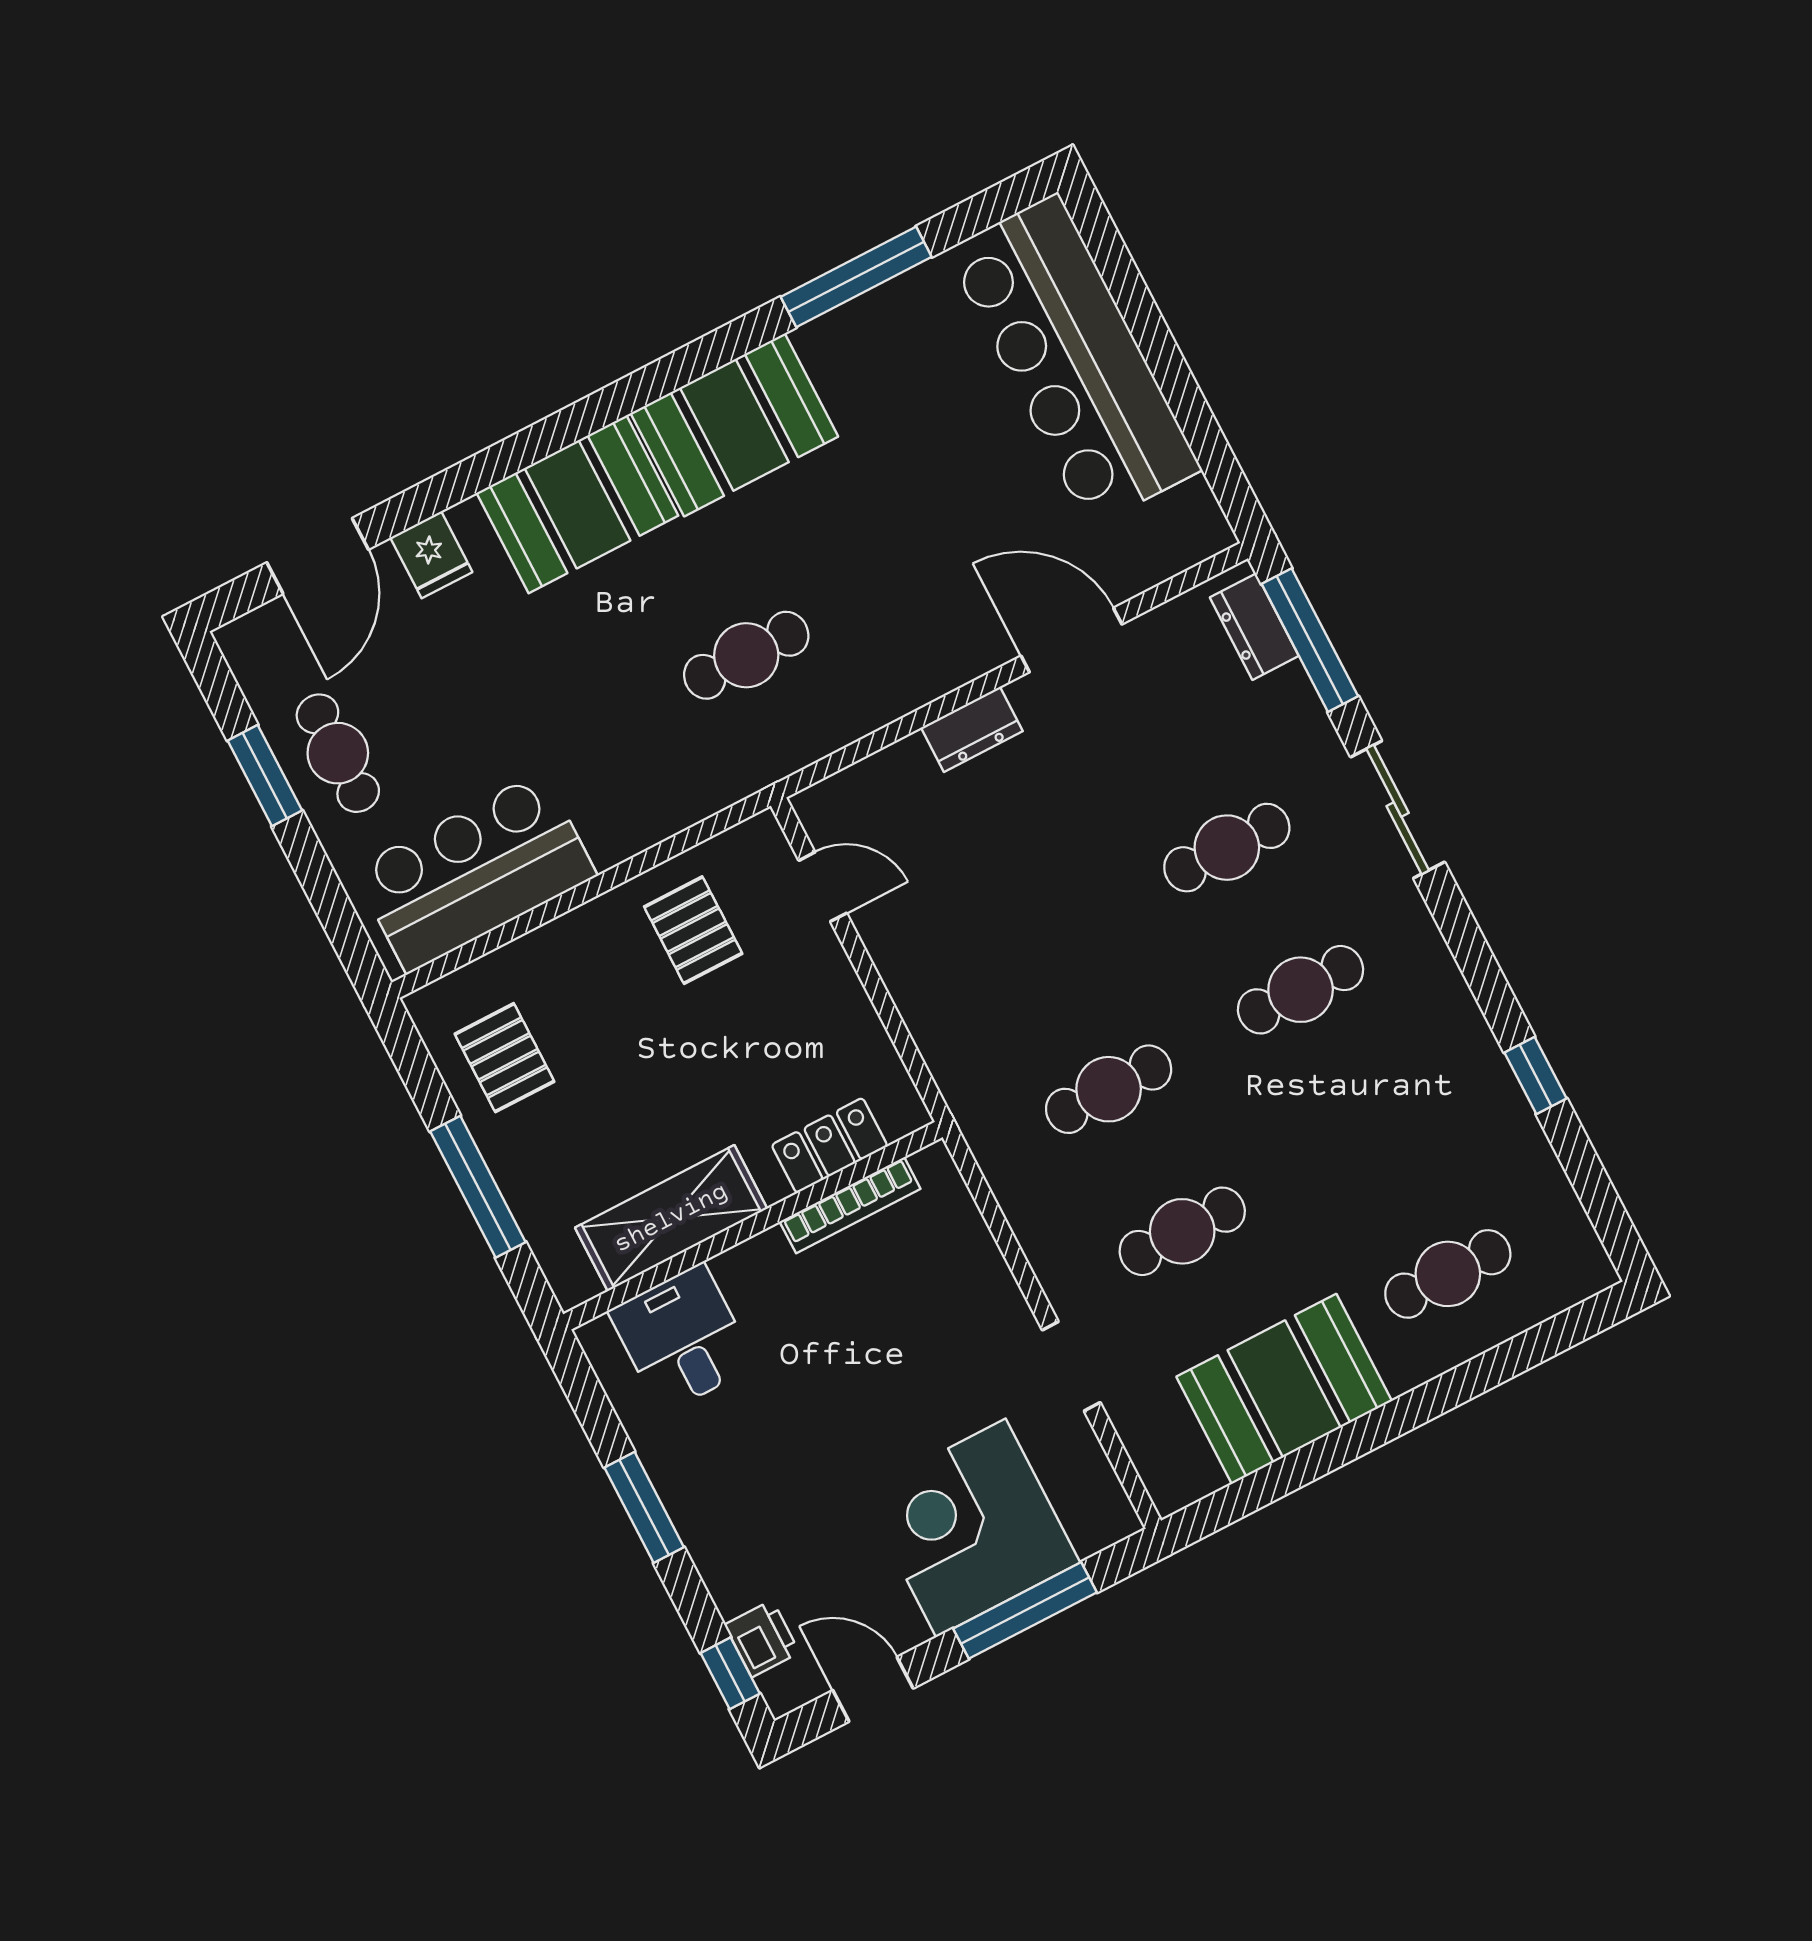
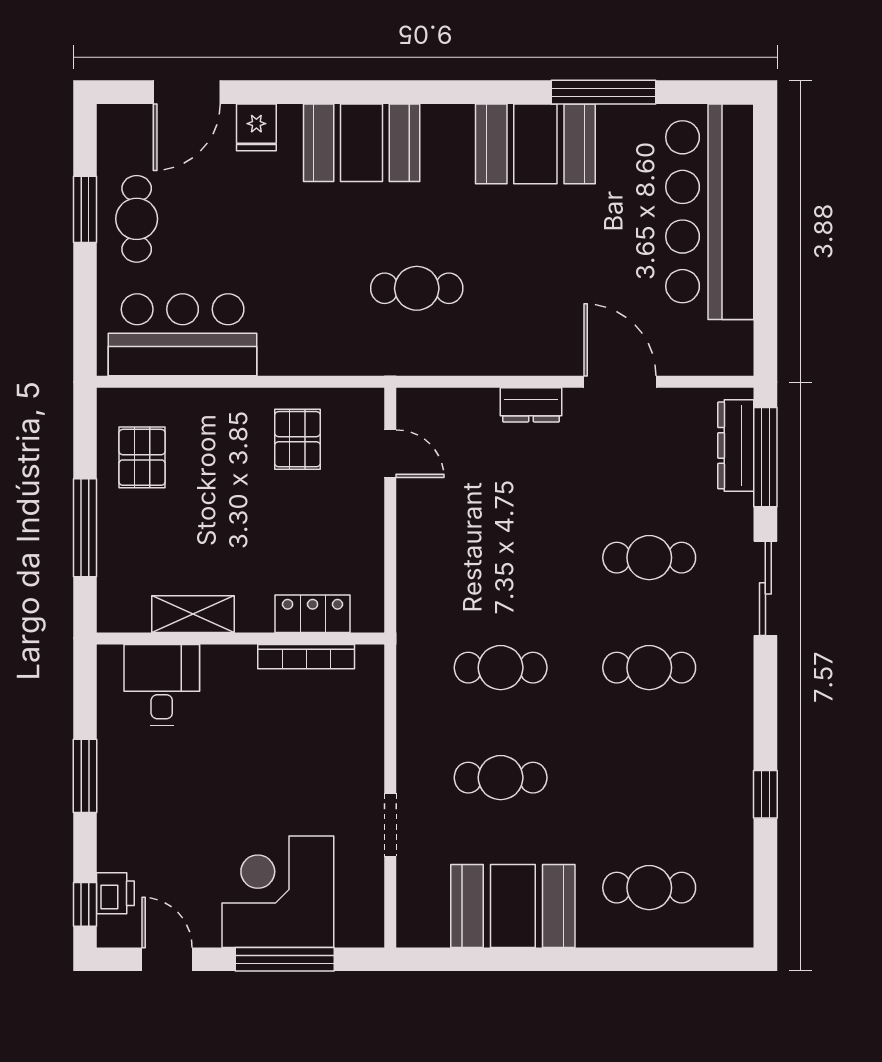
booth: (734, 425) -> (535, 144), moved
dresser: (1254, 627) -> (736, 445), width x1.44
shelving: (671, 1218) -> (193, 614), width x0.67, depth x0.75

